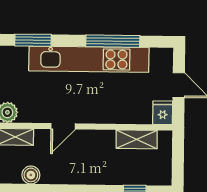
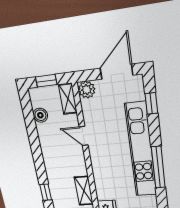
window: (33, 40) -> (151, 103), width x0.67

